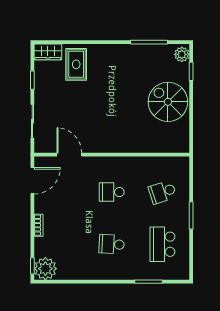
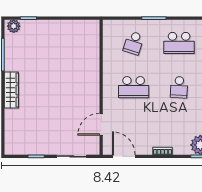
wardrobe: (48, 52) -> (11, 90), moved, width x1.50
rug: (76, 64) -> (22, 118), removed
spiral stairs: (168, 102) -> (55, 38), removed
school desk: (112, 192) -> (134, 87), width x1.85
school desk: (162, 192) -> (134, 43), turned 36

